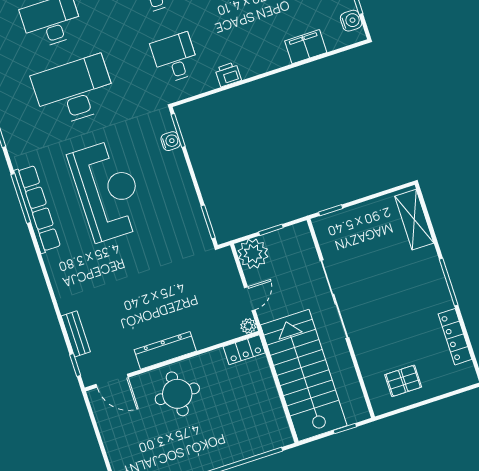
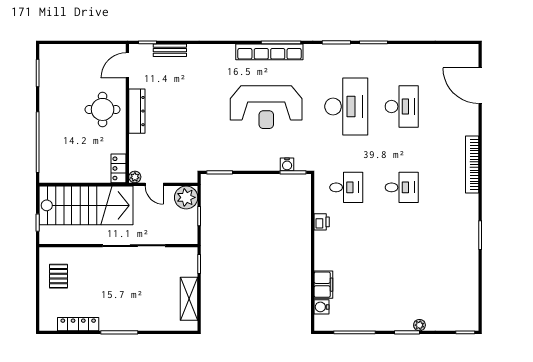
water cooler: (351, 21) -> (322, 307), moved, turned 90
shelving: (414, 220) -> (189, 299), moved, turned 90

